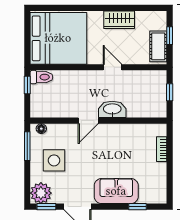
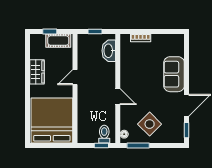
toilet: (41, 77) -> (104, 134), moved
window: (27, 85) -> (101, 145), moved
washbasin: (112, 109) -> (109, 51), moved
side table: (54, 160) -> (150, 124), turned 45
plant: (41, 193) -> (176, 134), removed
window: (137, 207) -> (187, 57), removed

